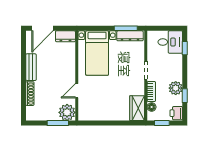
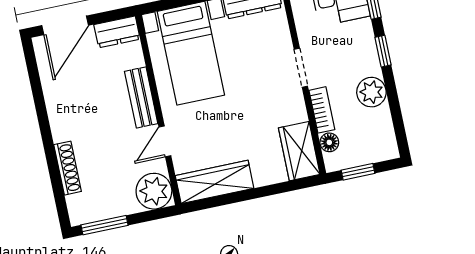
bench: (31, 67) -> (141, 97), moved
window: (185, 96) -> (383, 51), moved
printer: (176, 113) -> (384, 144), removed
wardrobe: (96, 114) -> (215, 182), added
window: (58, 123) -> (105, 225), moved

